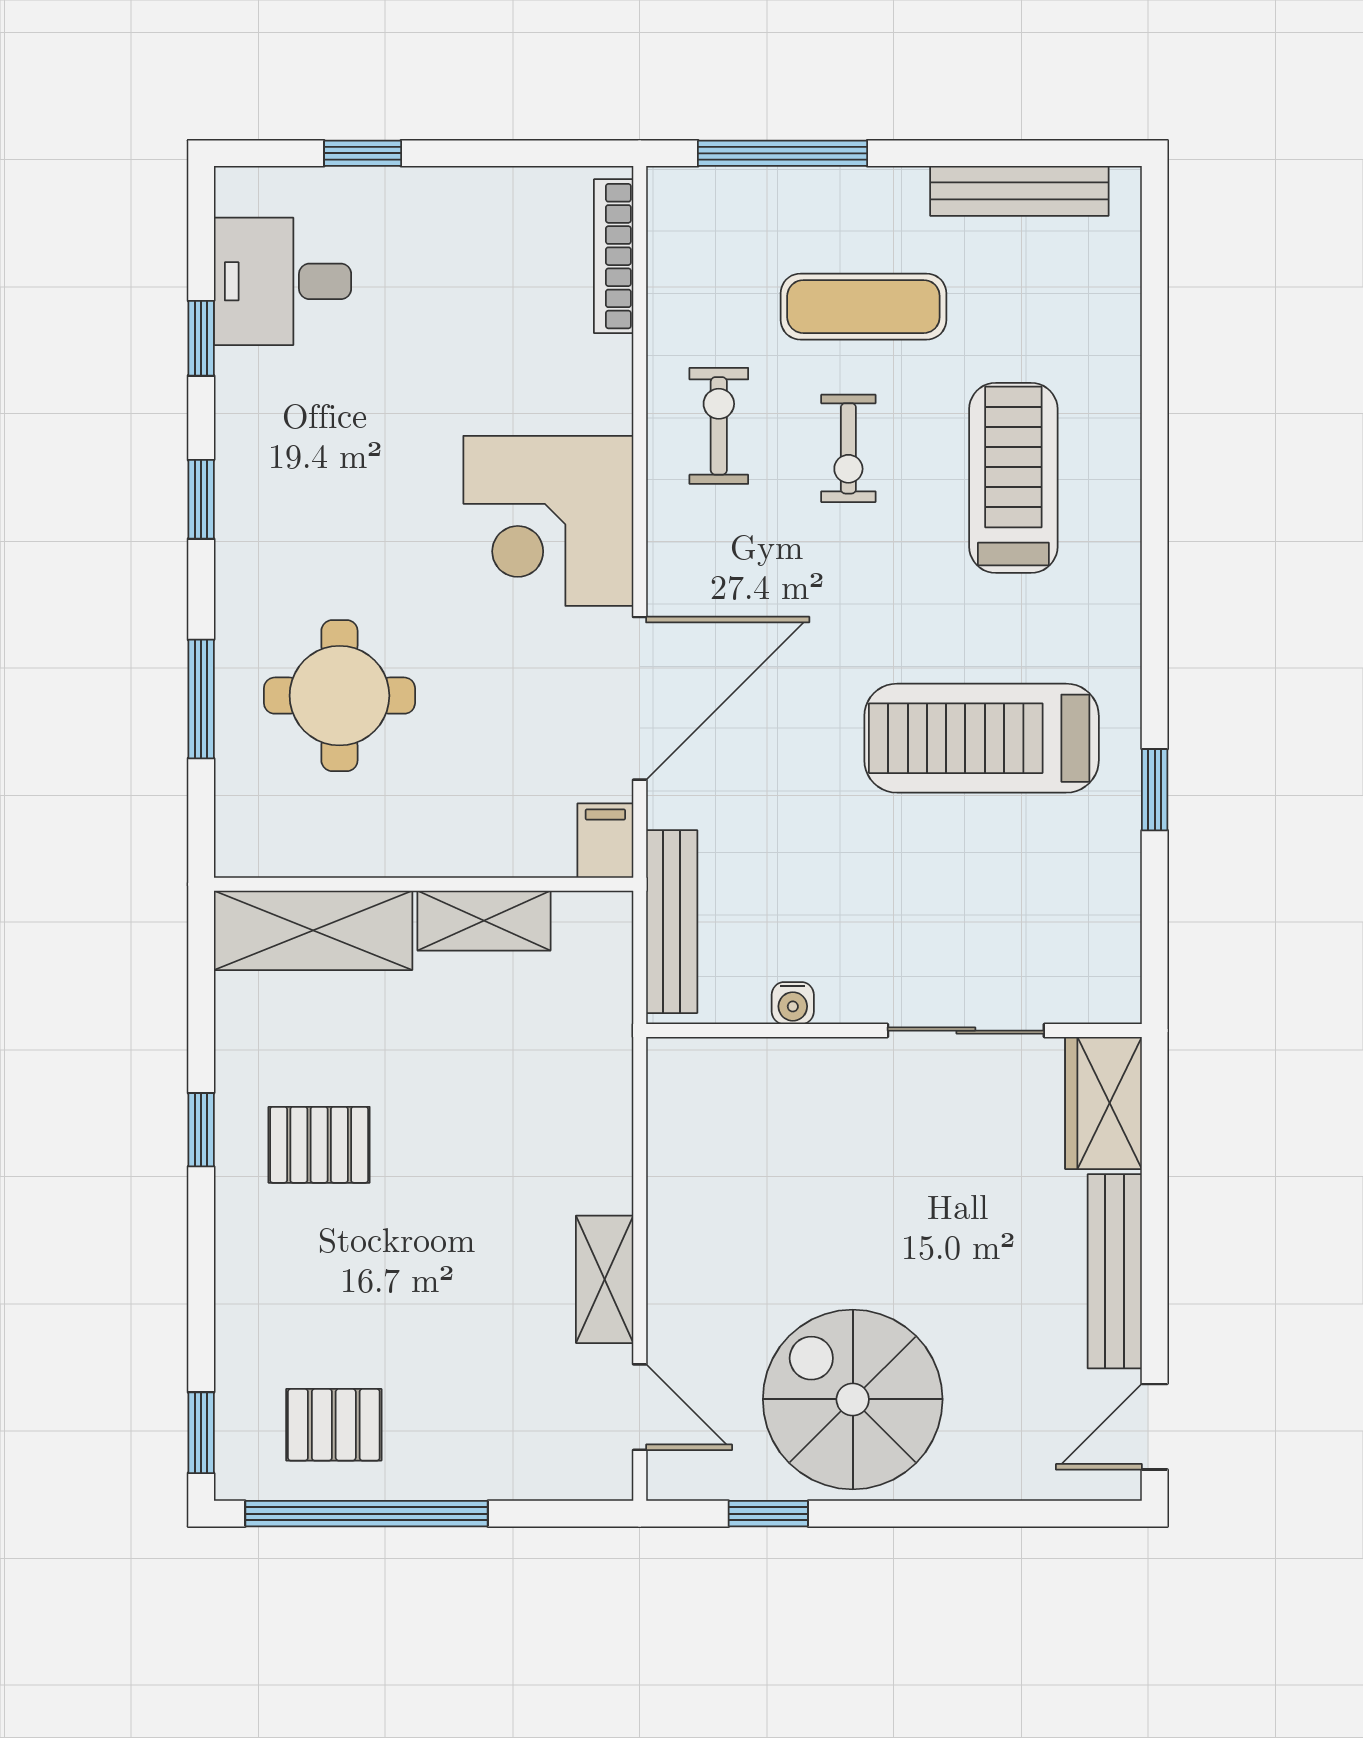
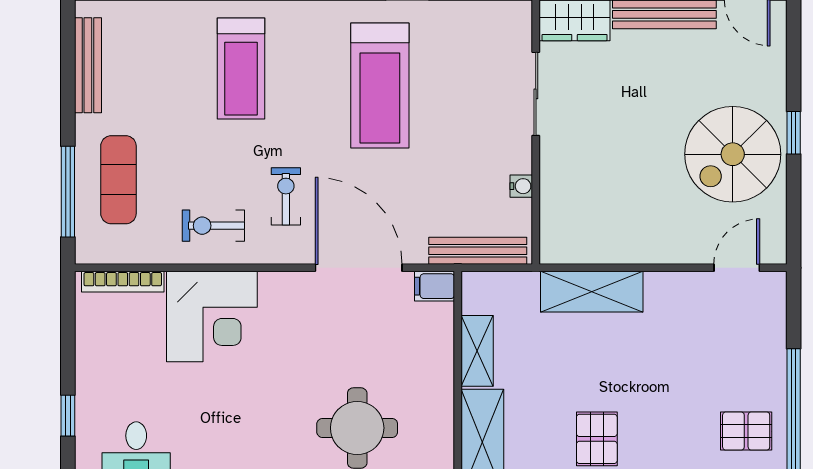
exercise mat: (863, 307) -> (118, 180), moved
exercise bike: (848, 448) -> (286, 196), moved, turned -90
treadmill: (1013, 478) -> (241, 68), turned -90
corner desk: (548, 521) -> (212, 317), moved
shelving: (605, 1279) -> (592, 292), moved, width x1.50, depth x1.33
pallet: (334, 1425) -> (746, 431), turned 90
window: (768, 1514) -> (794, 133), moved

